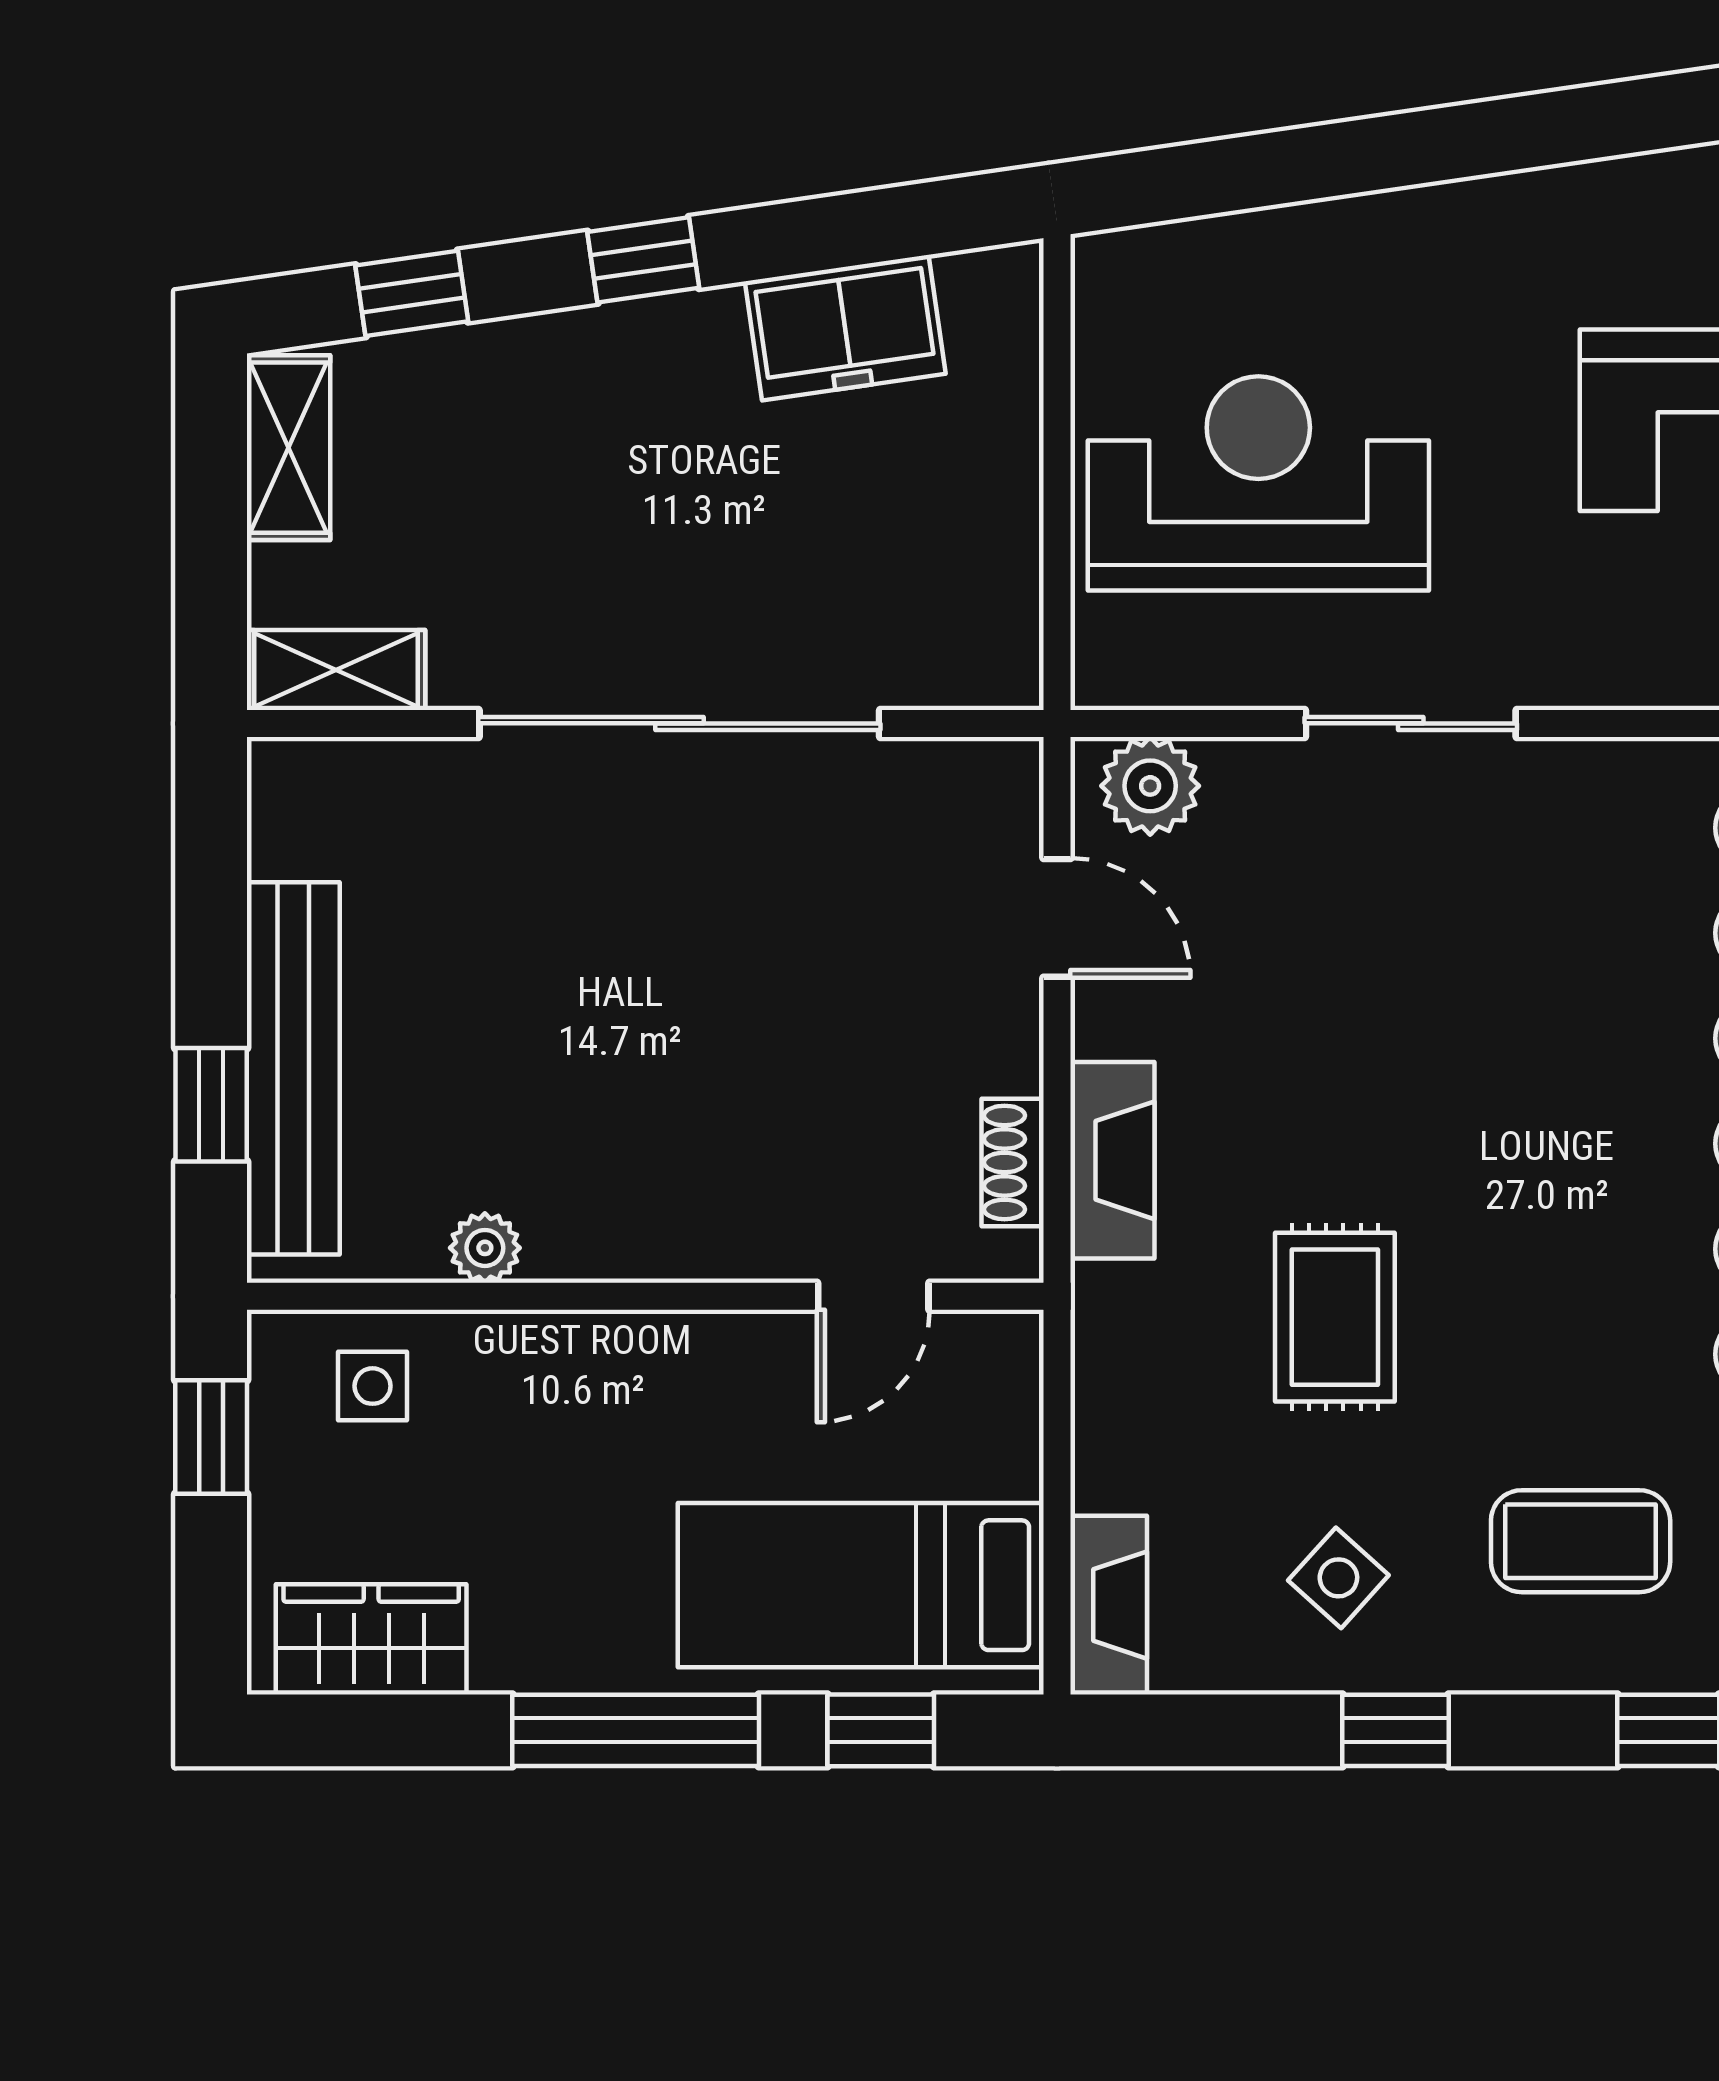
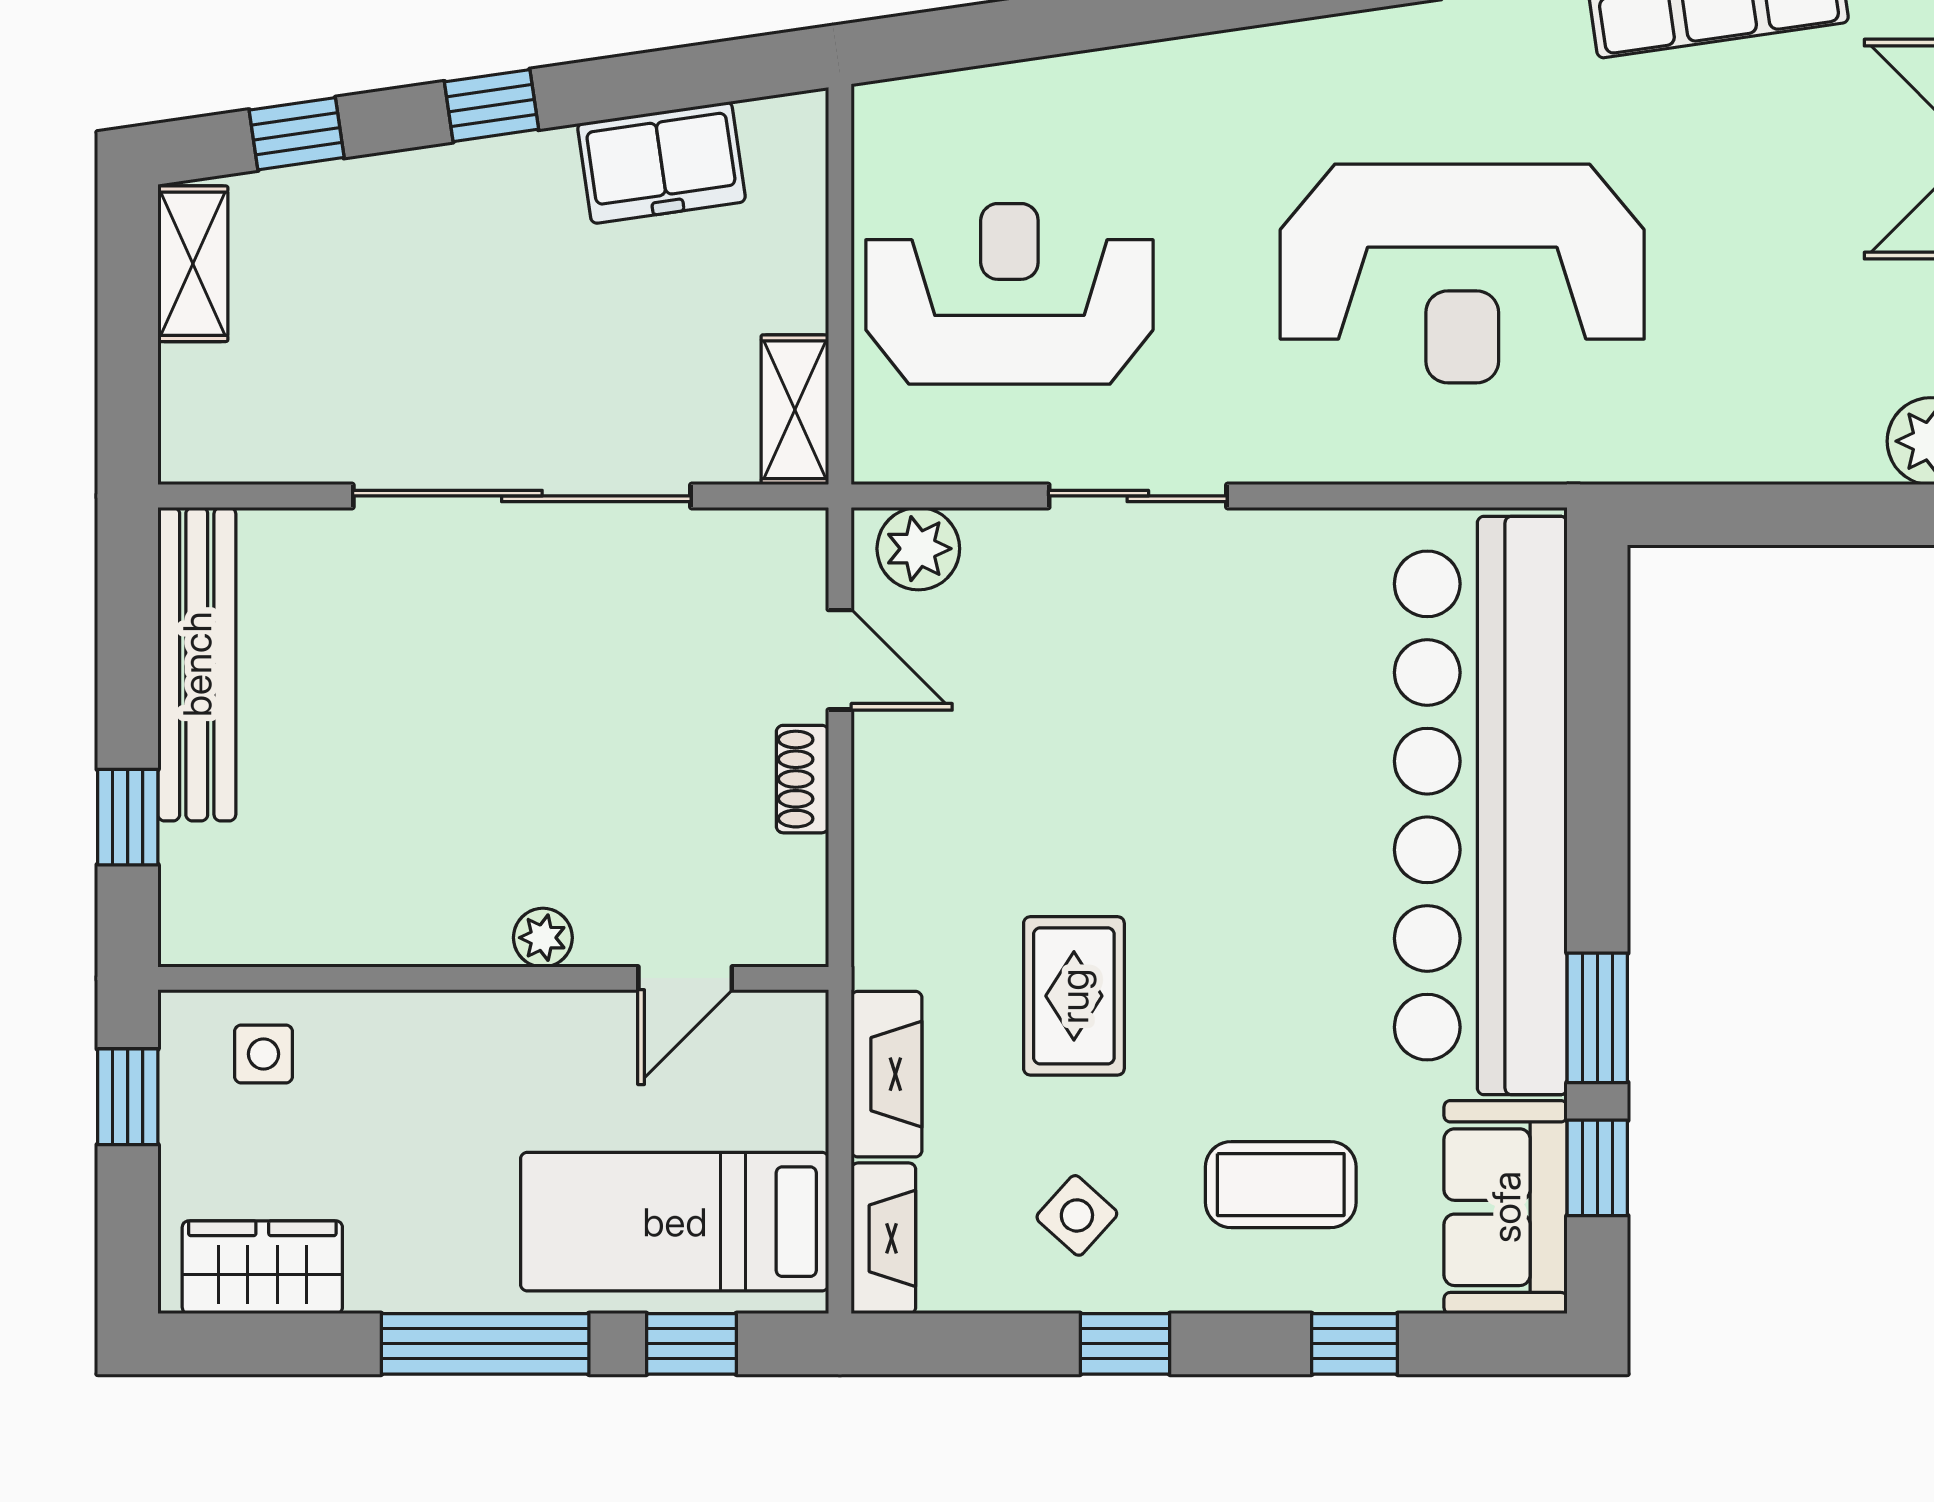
shelving: (336, 670) -> (795, 410), moved, turned 90
bench: (293, 1068) -> (197, 664), moved
fireplace: (1112, 1160) -> (887, 1074), moved
shoe rack: (1013, 1162) -> (802, 779), moved
plant: (485, 1248) -> (543, 938), moved

